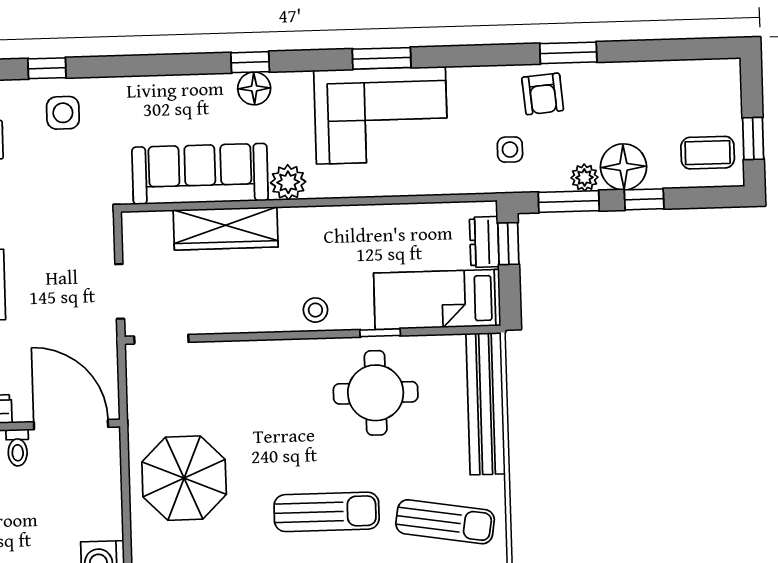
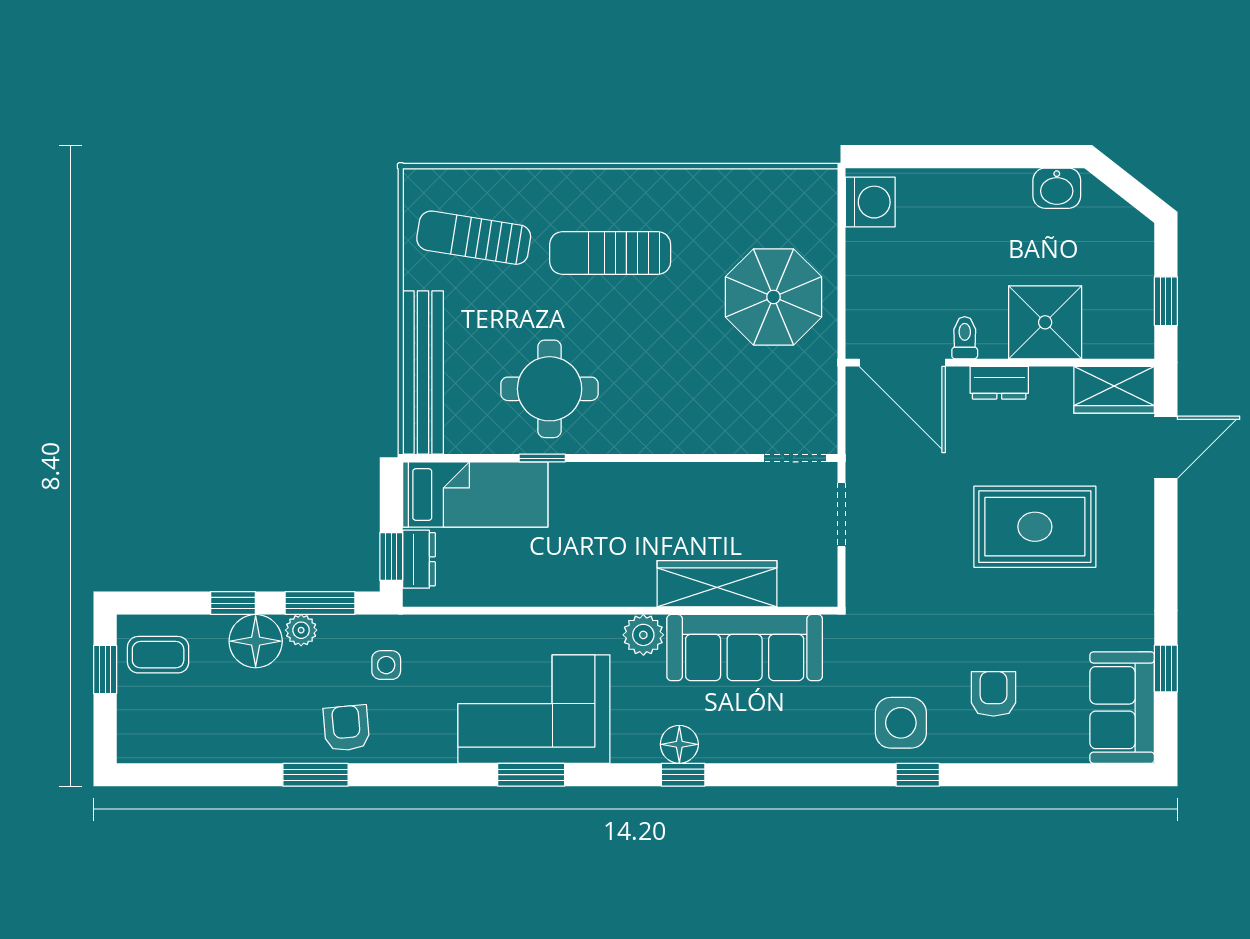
side table: (63, 113) -> (901, 723), width x1.37, depth x1.37
stool: (315, 310) -> (616, 486), removed

